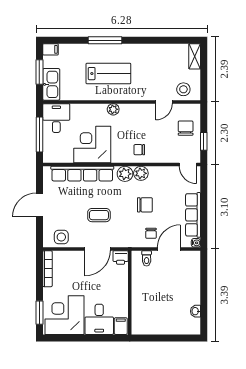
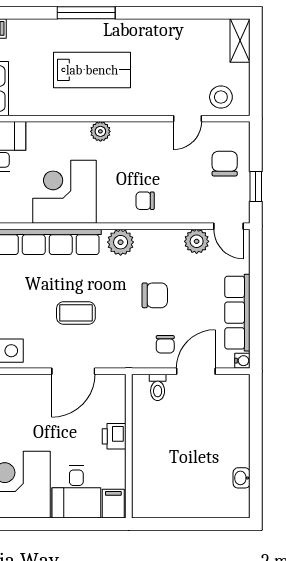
plant: (141, 173) -> (197, 241), moved
printer: (121, 257) -> (114, 436), moved, turned 90

